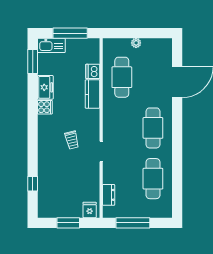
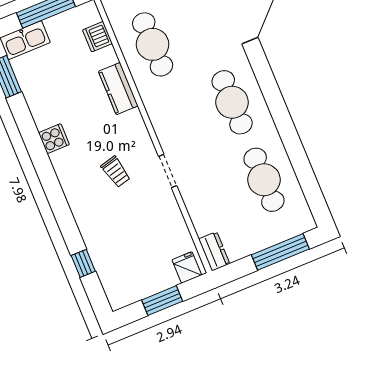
dishwasher: (93, 71) -> (97, 37), moved
freezer: (45, 87) -> (42, 108), removed
dresser: (109, 195) -> (214, 251), moved
window: (133, 223) -> (280, 252), moved

